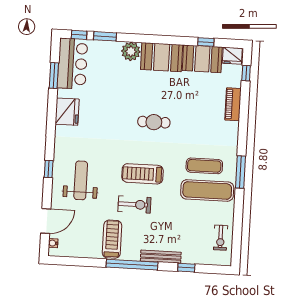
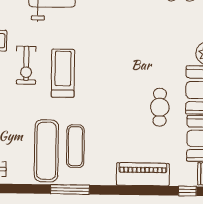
piano: (233, 104) -> (143, 174), width x1.37, depth x1.33
cafe table: (154, 122) -> (160, 107), moved

